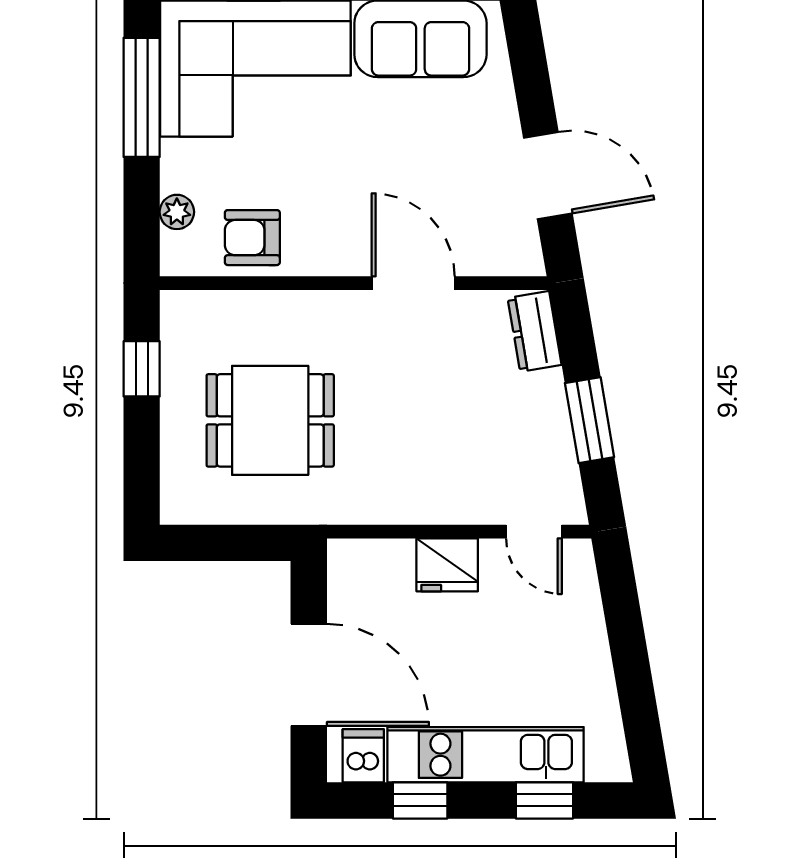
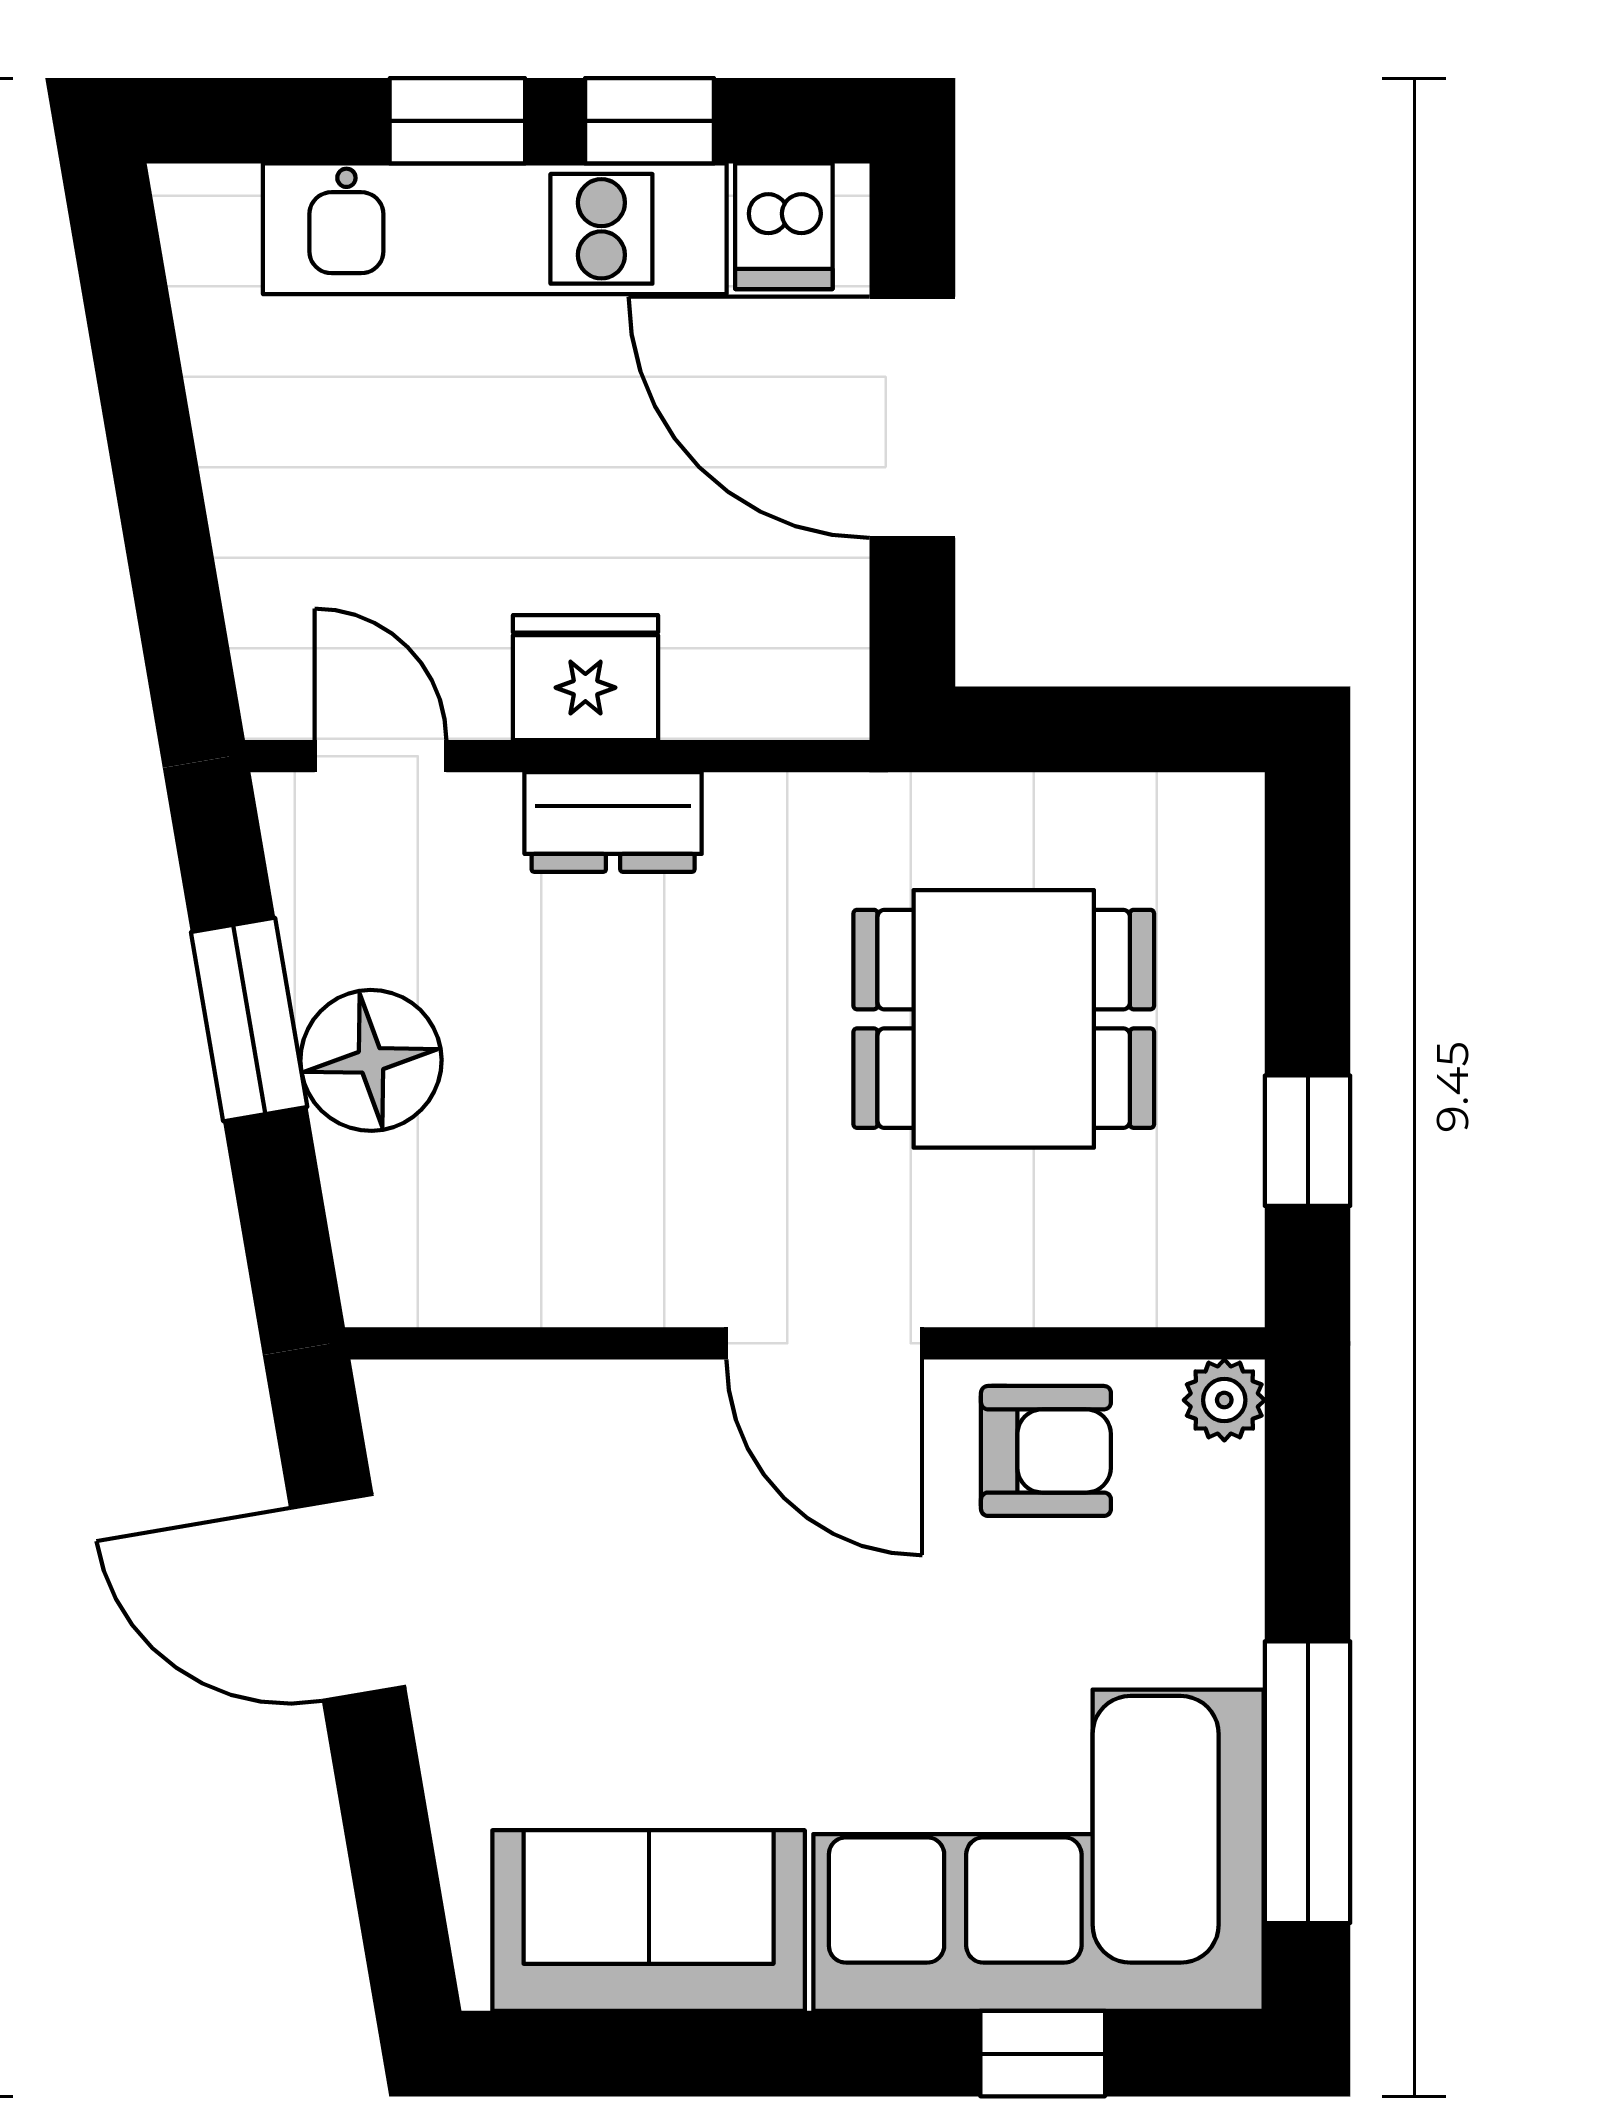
plant: (177, 212) -> (1224, 1400), moved
door: (413, 283) -> (824, 1343), moved
dresser: (535, 331) -> (613, 822), moved, turned 100
floor lamp: (538, 403) -> (371, 1060), added
window: (544, 800) -> (457, 121), moved

